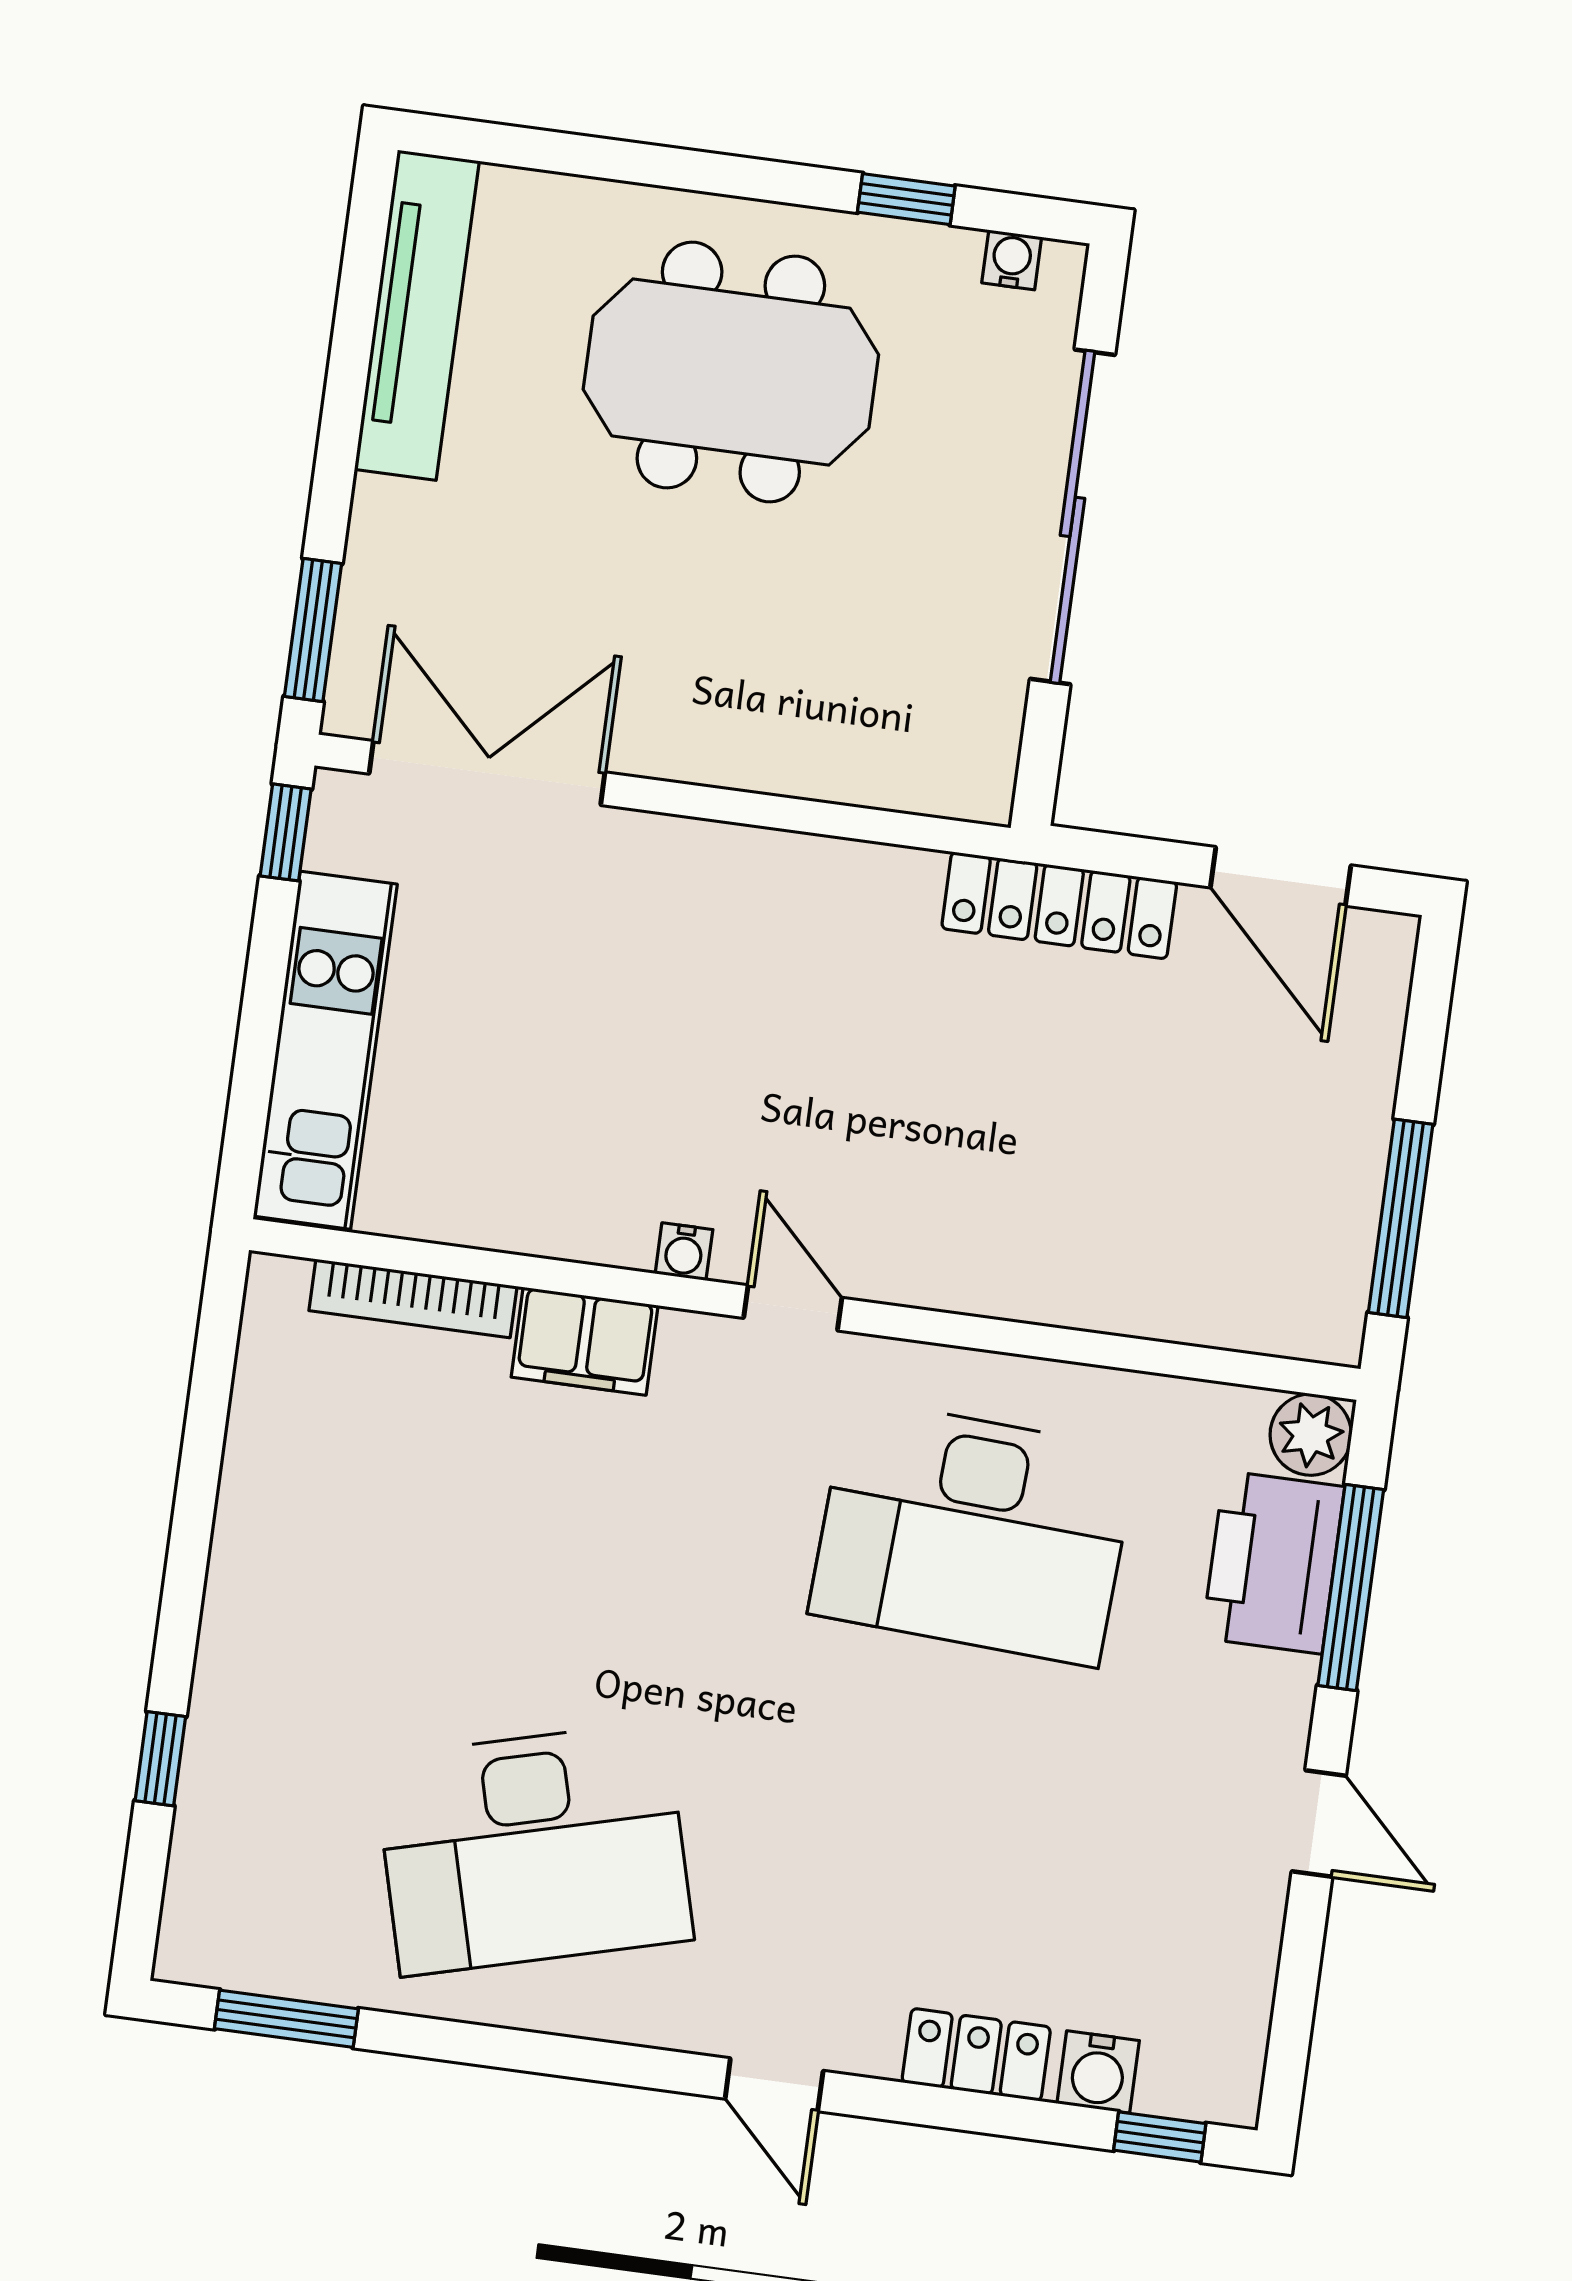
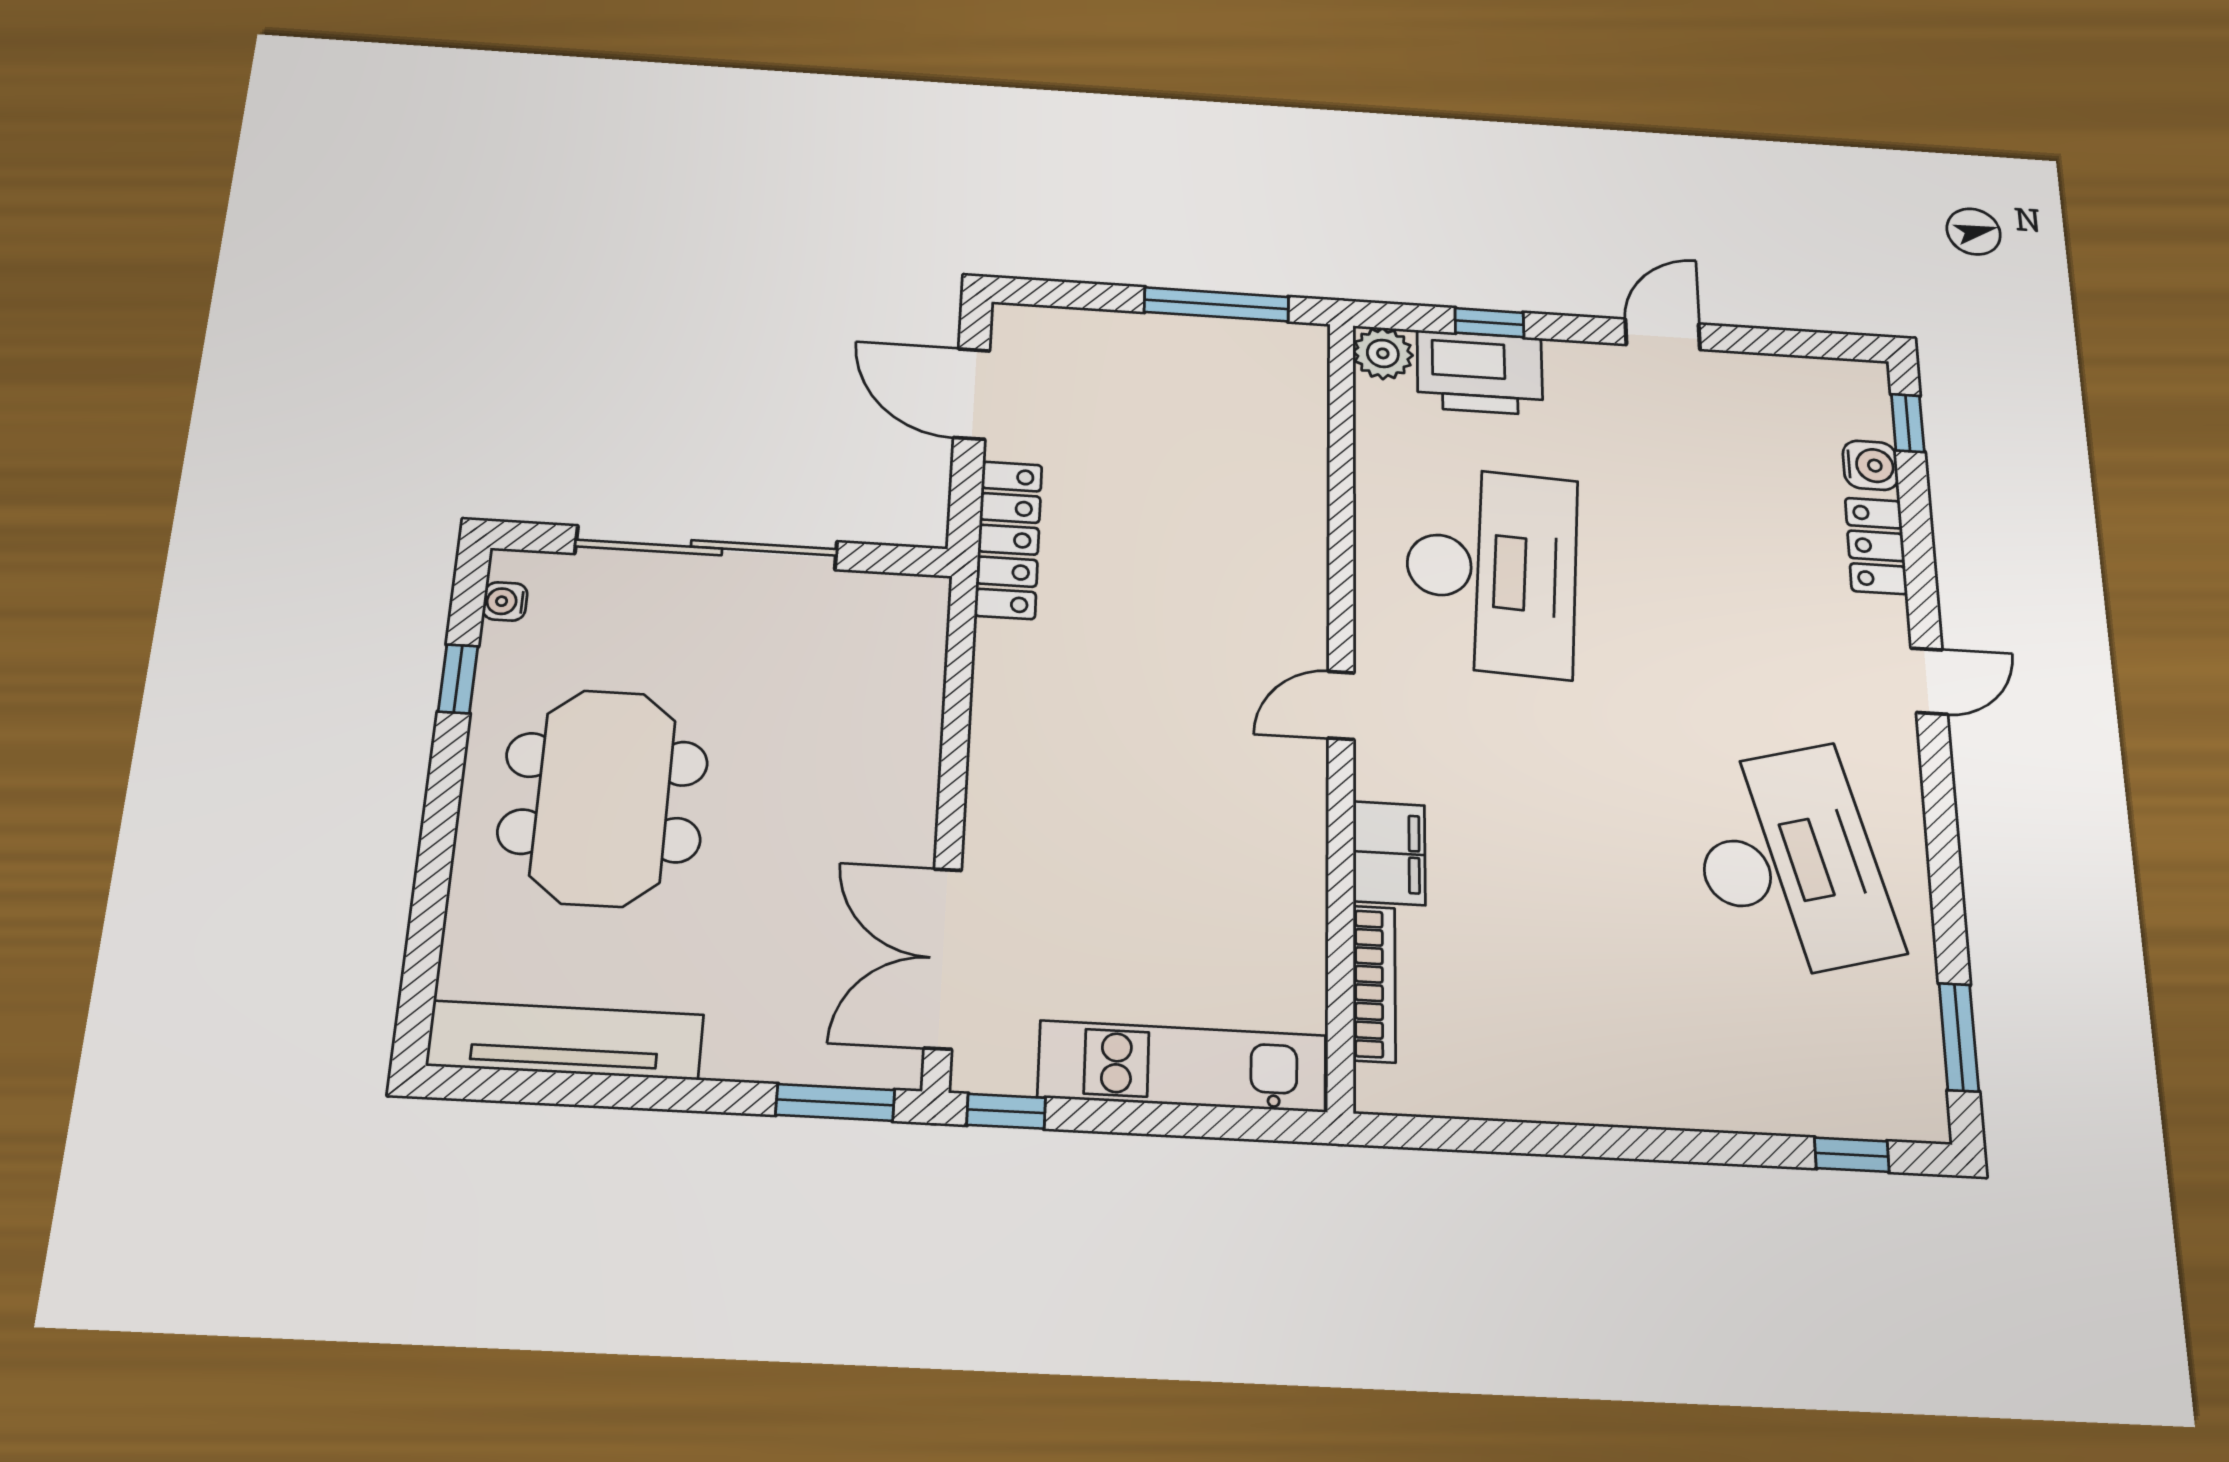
door: (1281, 876) -> (972, 394), swing flipped
water cooler: (684, 1252) -> (1308, 786), removed
window: (1351, 1587) -> (1489, 323), width x0.46
window: (160, 1759) -> (1852, 1155), moved

